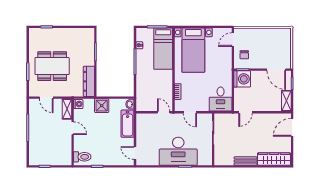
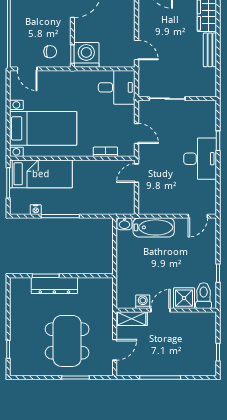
dresser: (89, 81) -> (54, 285), moved
washing machine: (78, 104) -> (143, 302), moved
shower: (102, 106) -> (184, 298), moved
door: (190, 112) -> (137, 134), hinge flipped
desk: (178, 151) -> (200, 159), width x0.73, depth x0.77

